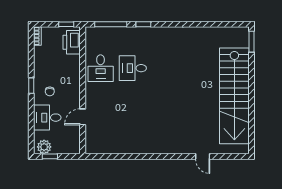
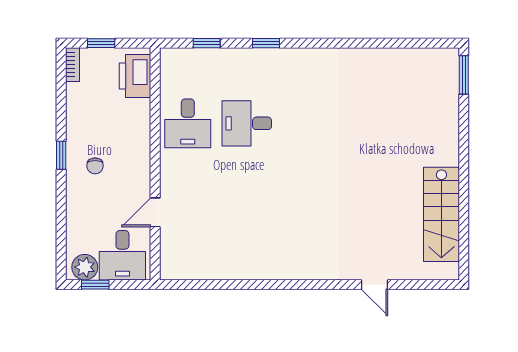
window: (66, 24) -> (101, 43), moved
window: (111, 24) -> (207, 43), width x0.46
stairs: (234, 96) -> (441, 214), width x0.54, depth x0.66
desk: (47, 118) -> (122, 255), moved, turned -90

